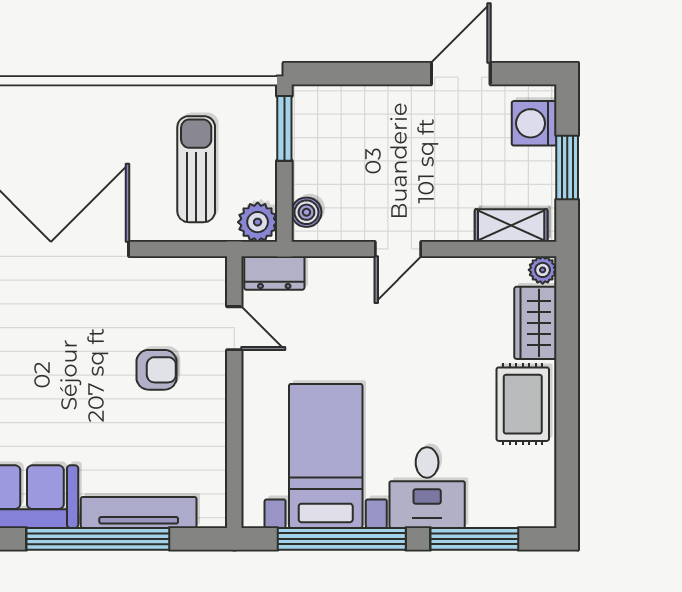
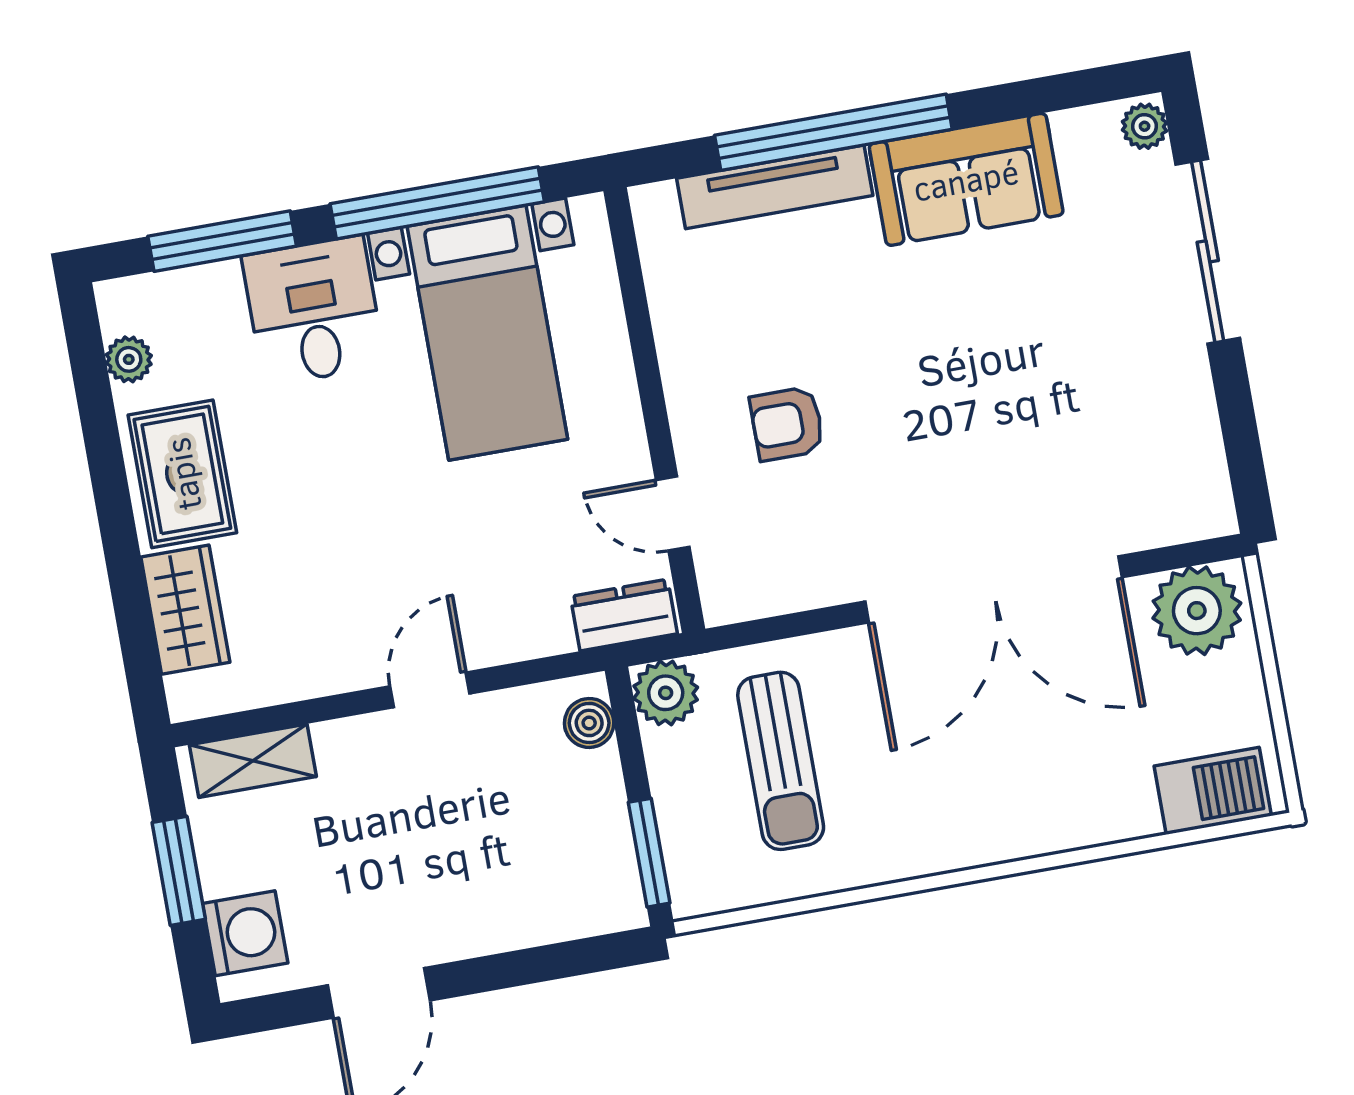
plant: (543, 270) -> (129, 359), moved

